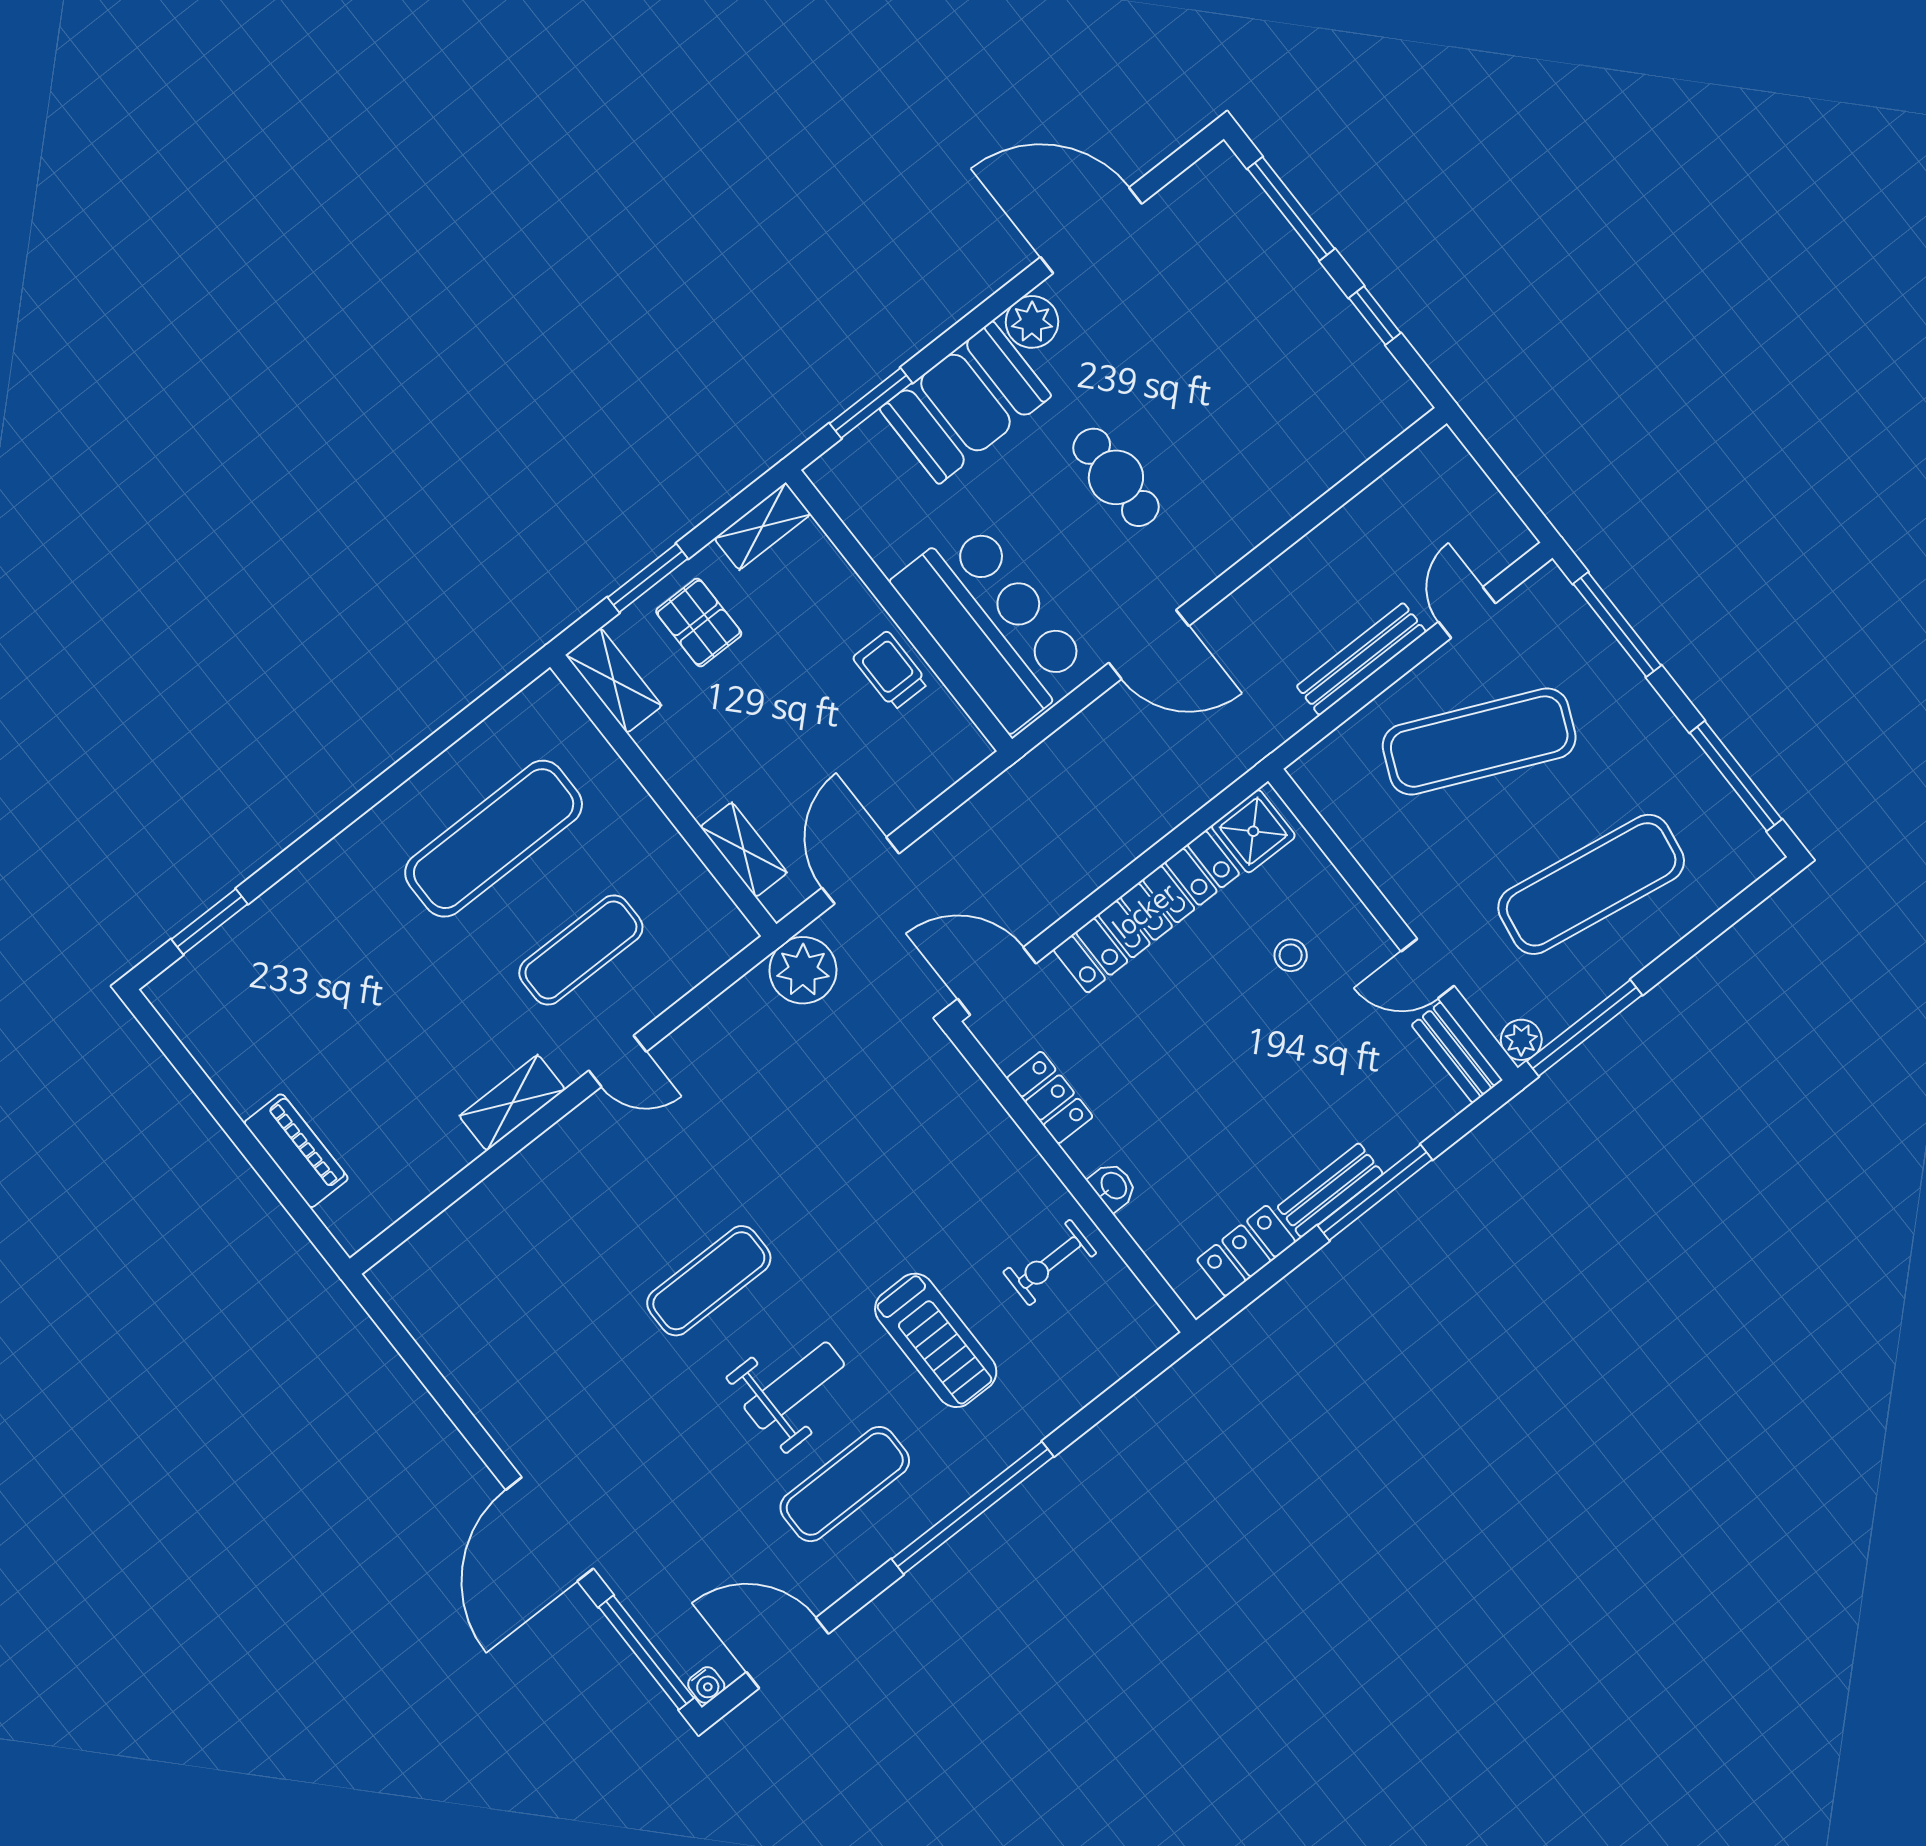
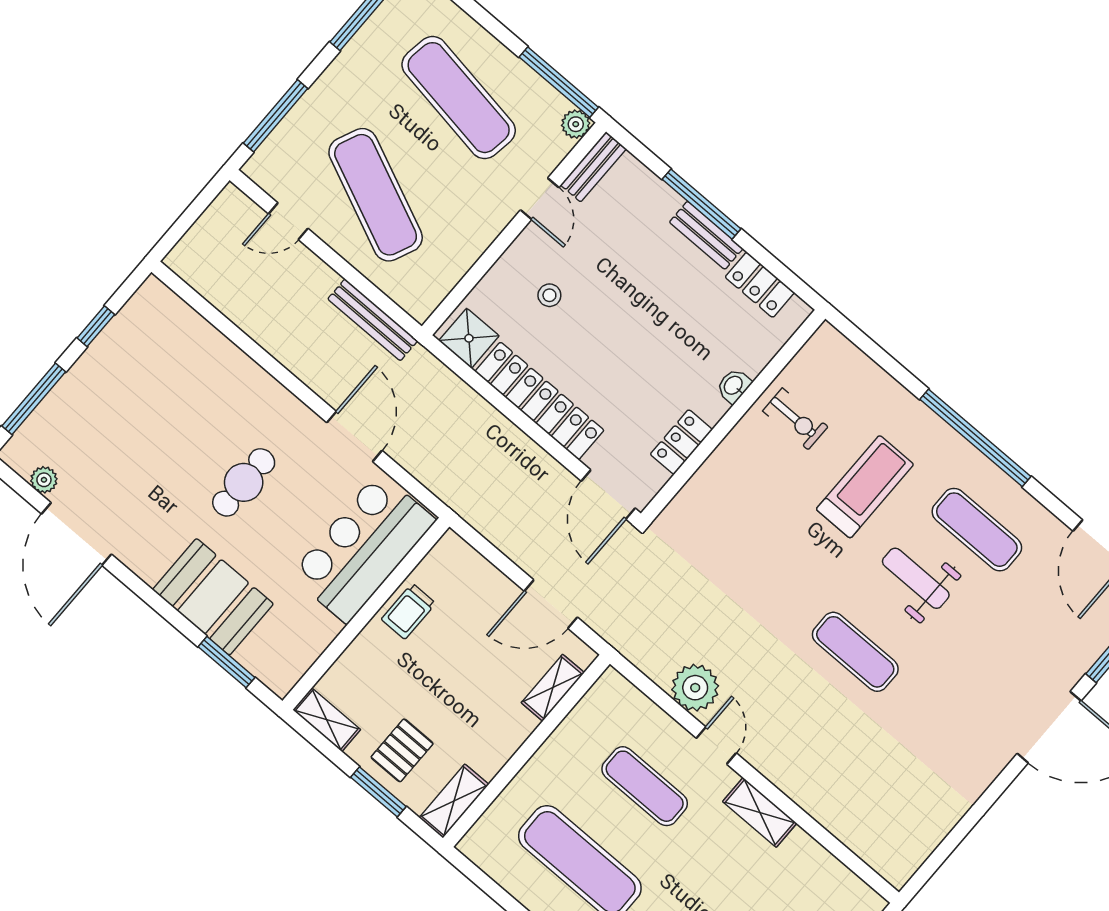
plant: (1032, 322) -> (44, 480), moved, width x0.73, depth x0.73
bench: (1361, 659) -> (373, 320), moved
plant: (803, 970) -> (695, 688), moved

